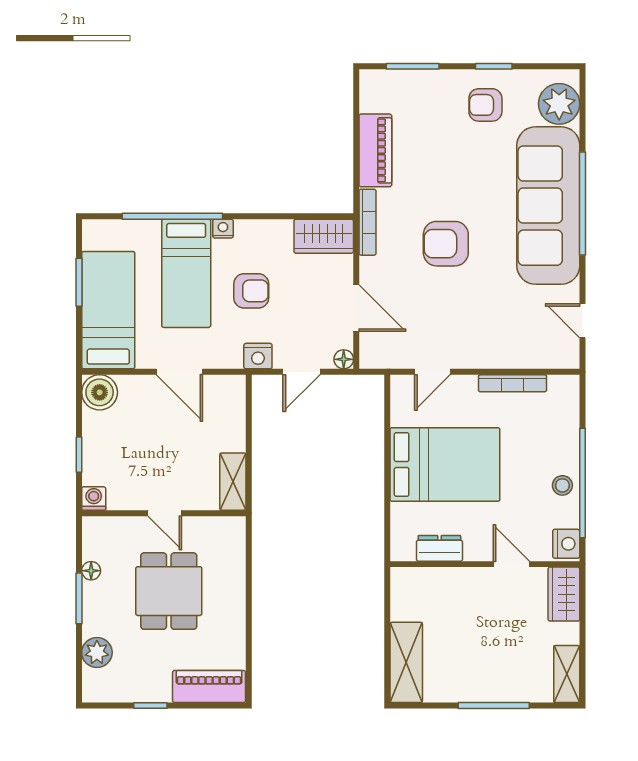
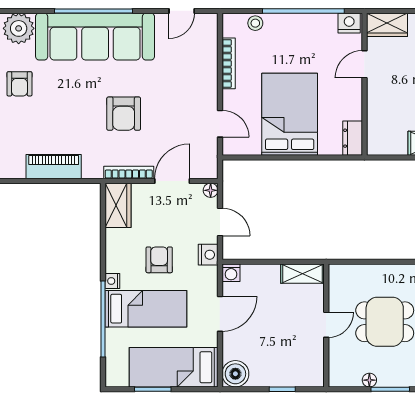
bookcase: (367, 222) -> (129, 172), moved
stool: (562, 485) -> (255, 23), moved
washing machine: (94, 498) -> (231, 273), moved, turned -90
dresser: (439, 548) -> (353, 138), moved

